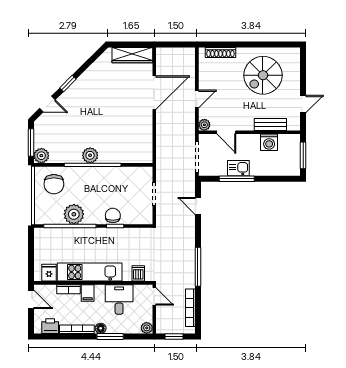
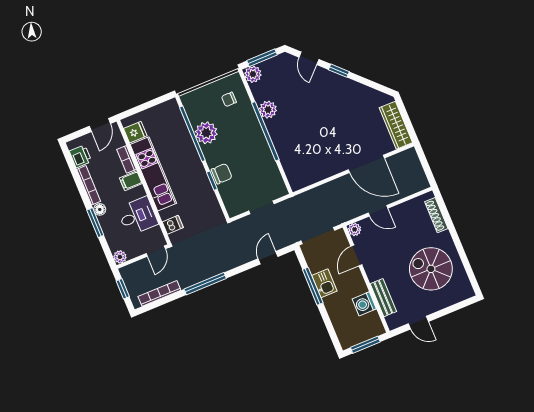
plant: (90, 155) -> (268, 110), moved
chair: (54, 184) -> (229, 99), width x0.54, depth x0.54

